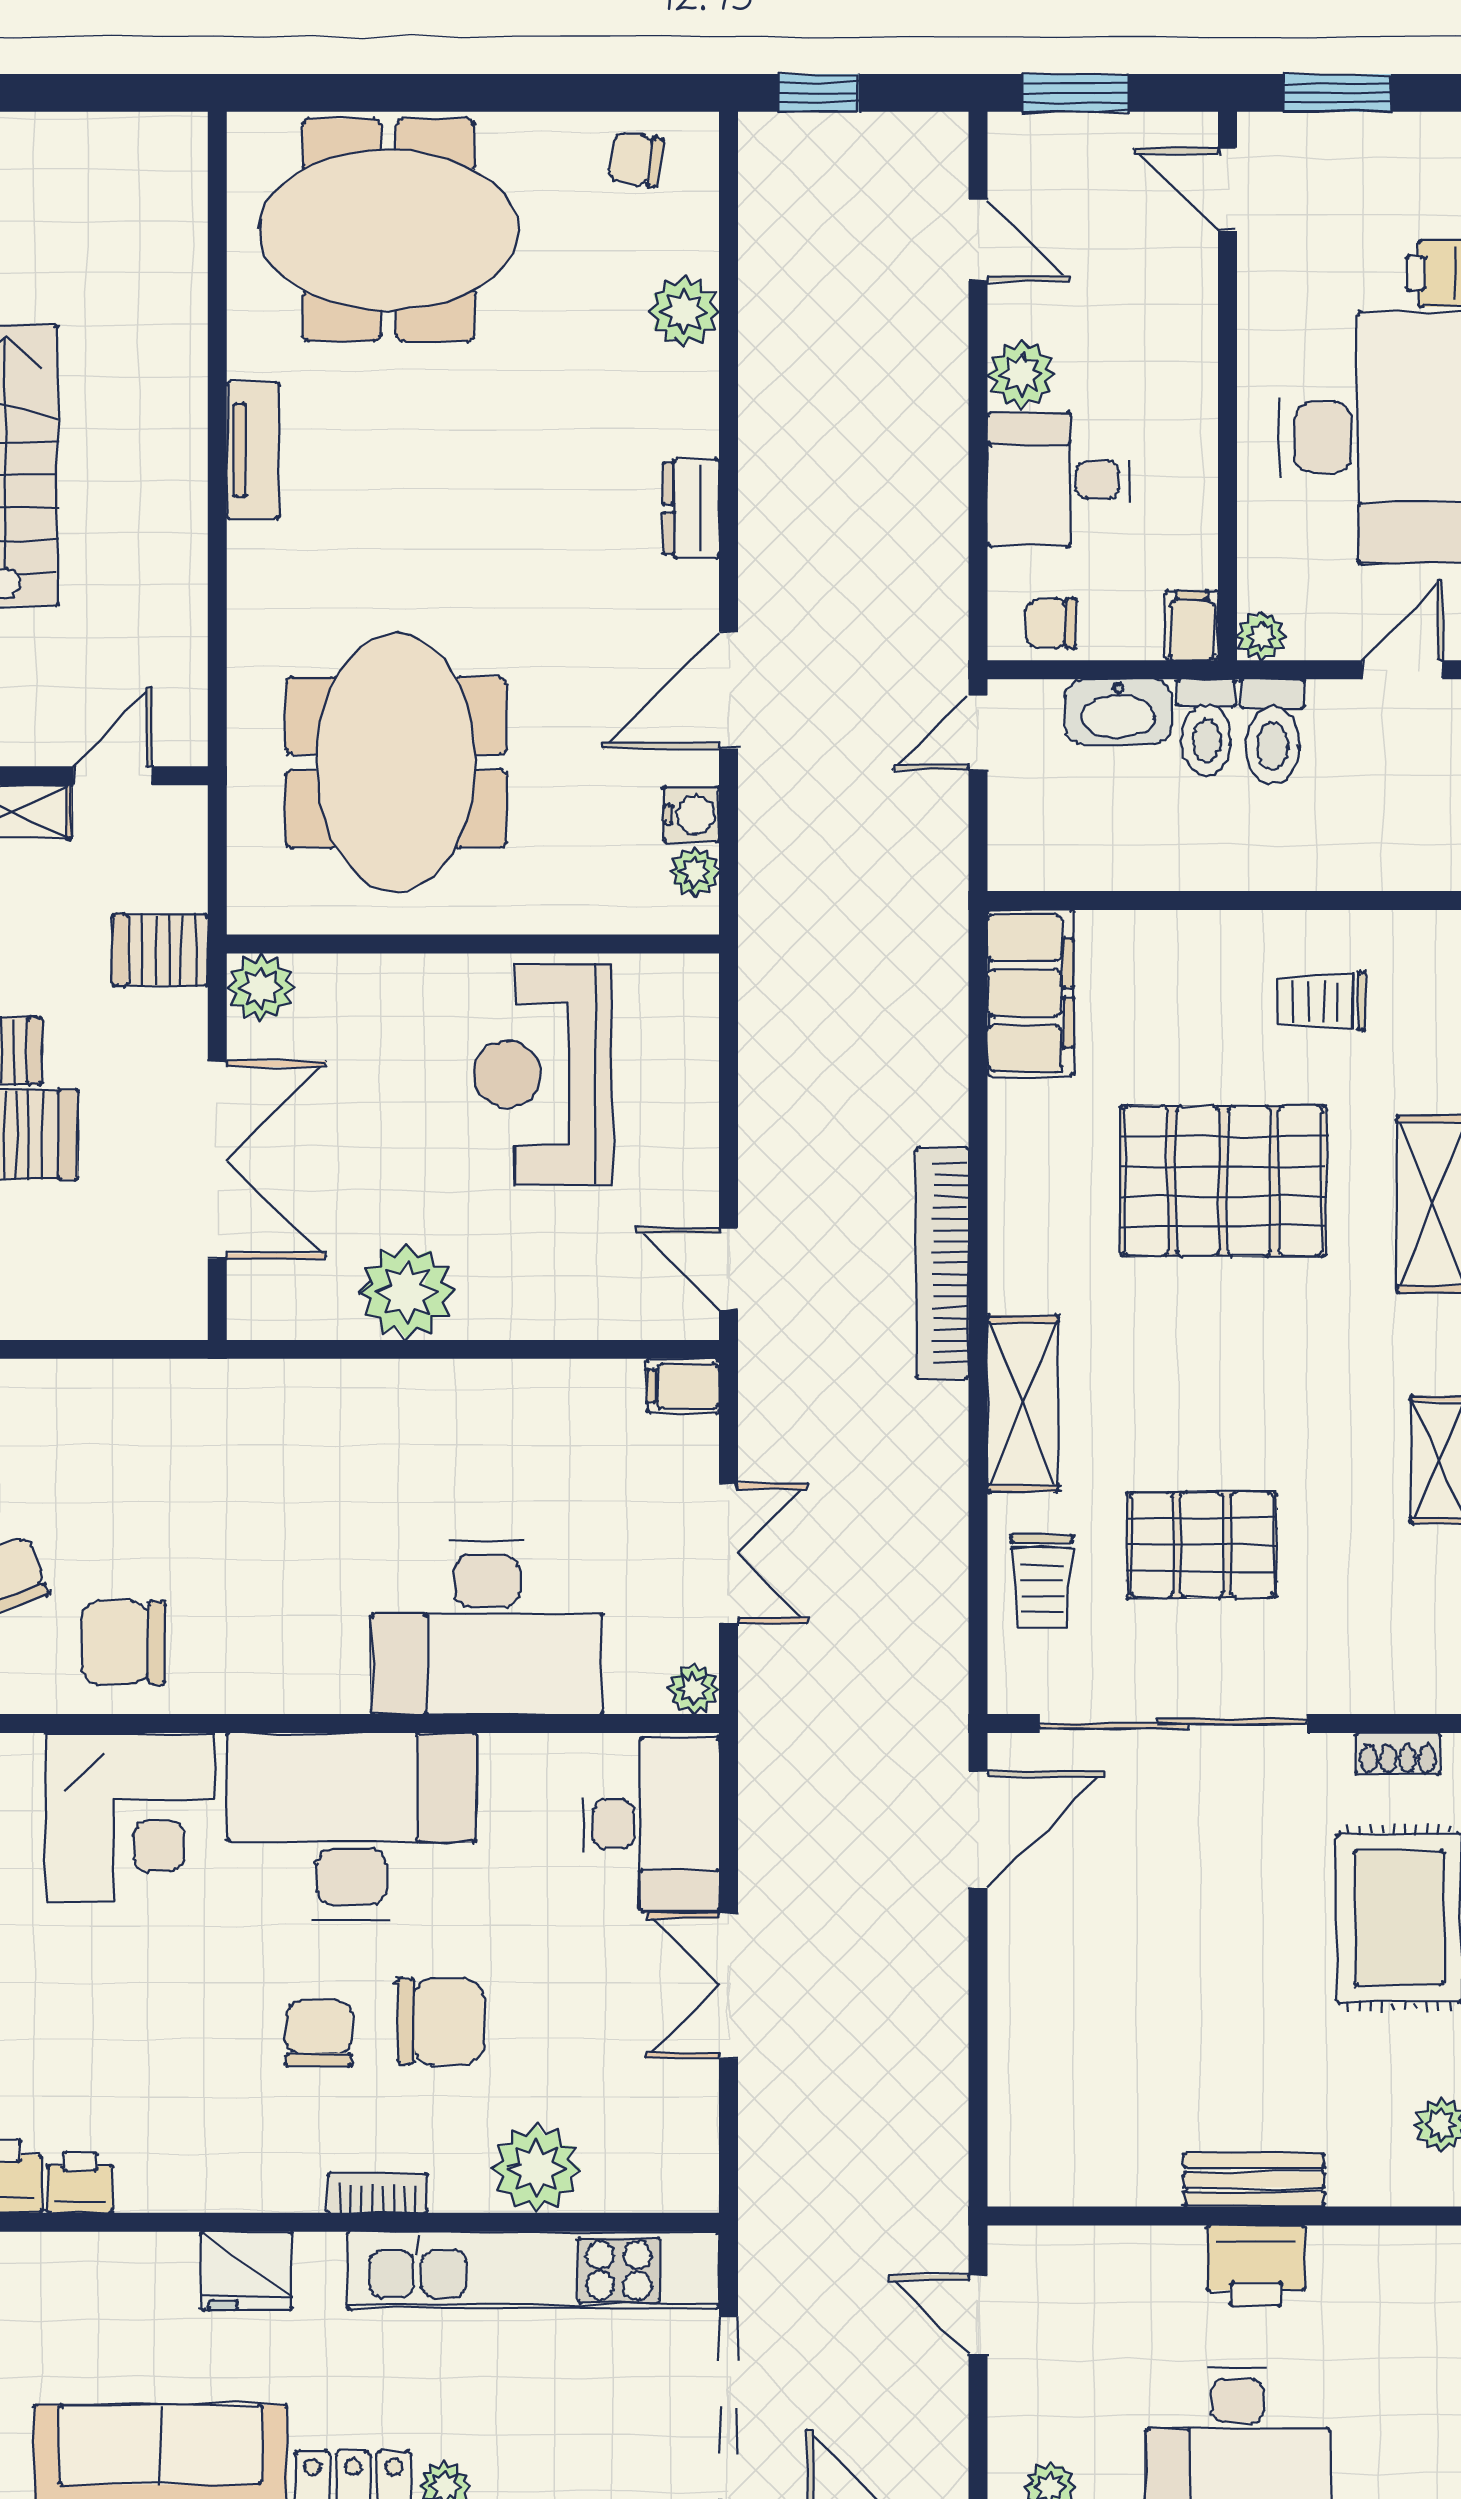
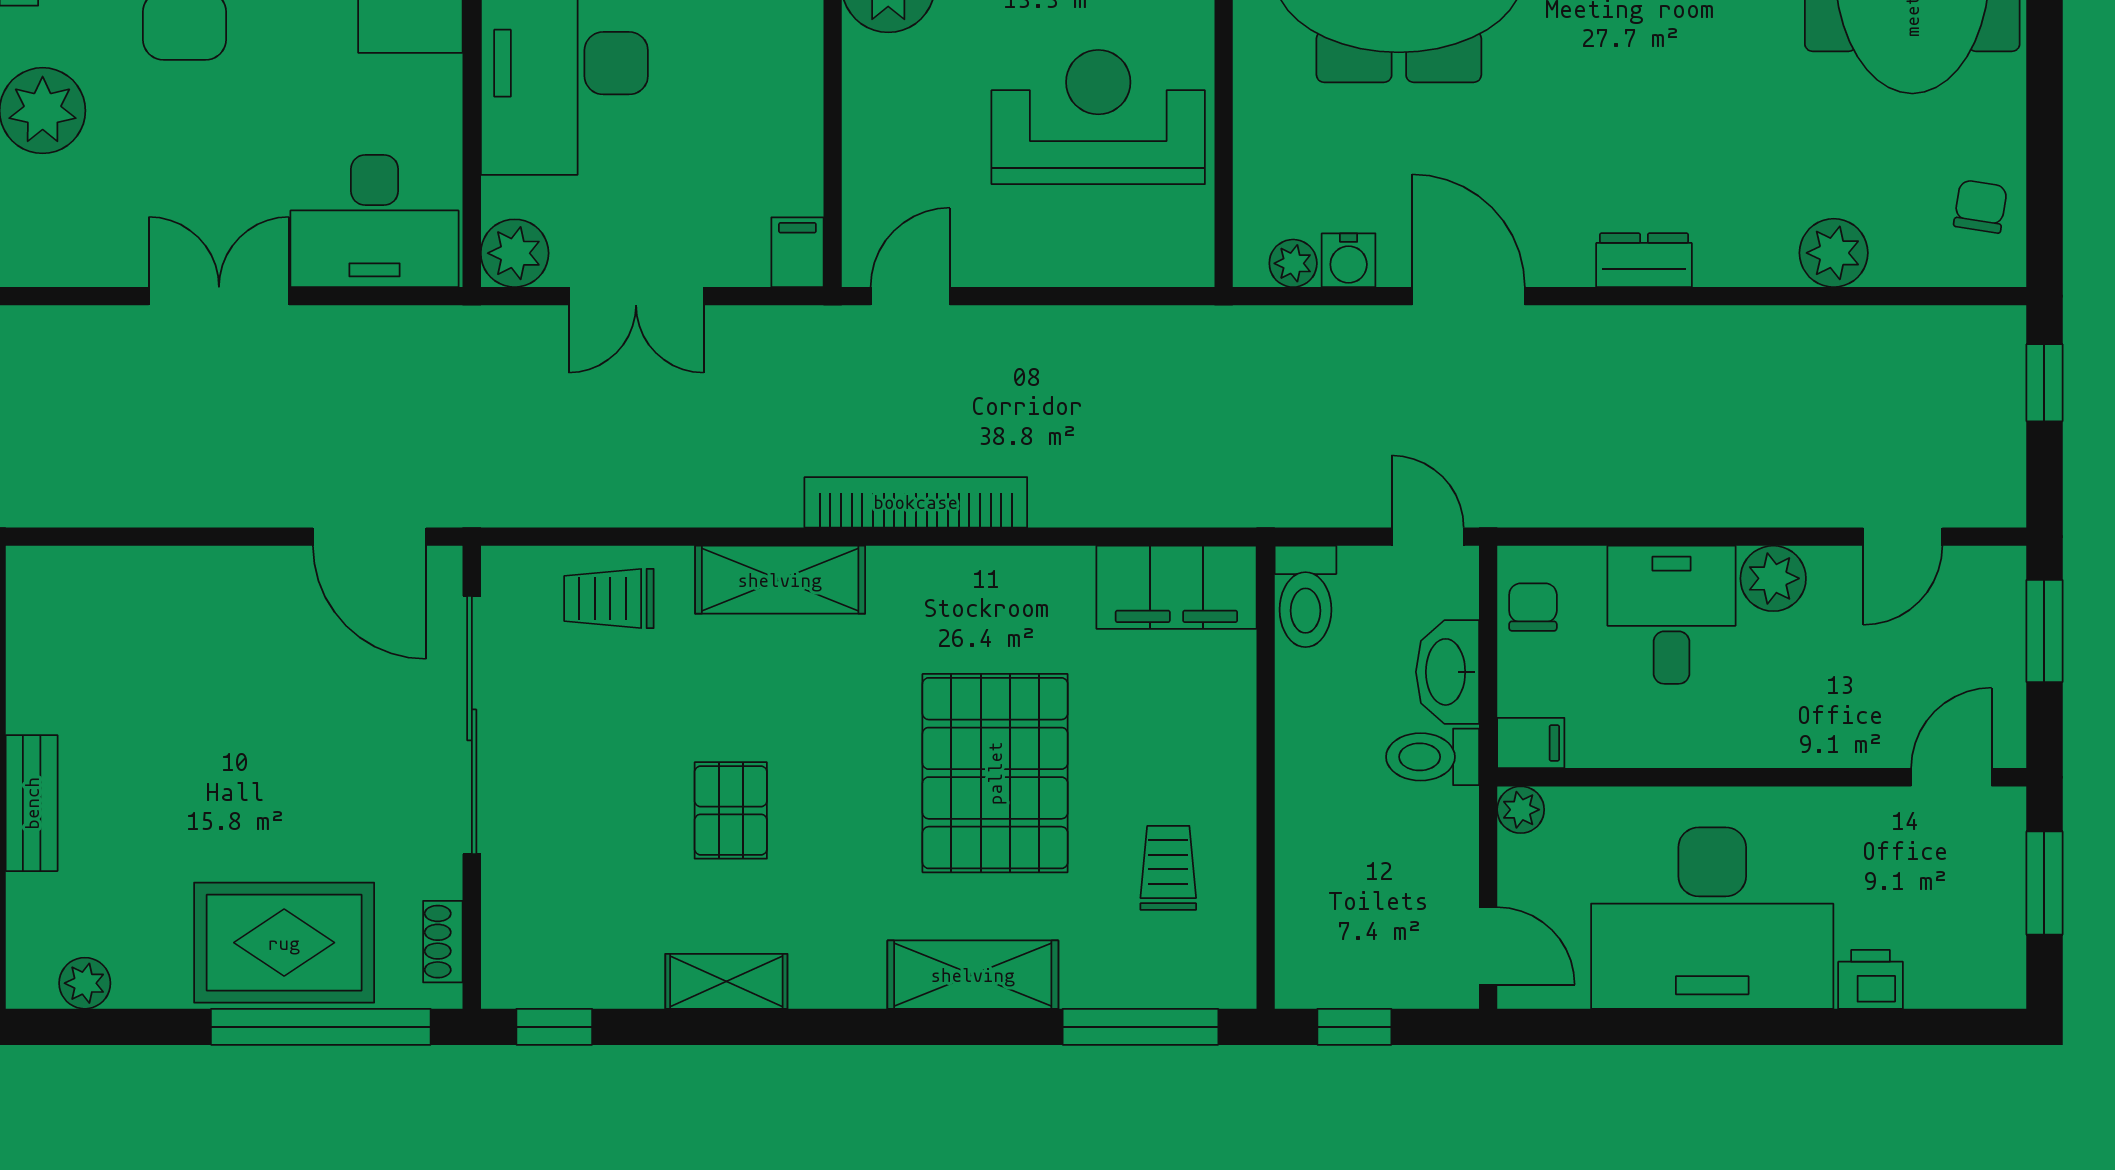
toilet: (1273, 732) -> (1305, 596), moved, turned -90
pallet: (1202, 1545) -> (731, 810), moved, width x0.67, depth x0.71
plant: (694, 1689) -> (515, 253), width x1.38, depth x1.38

